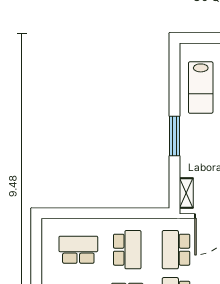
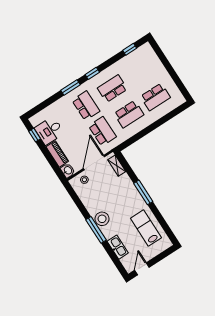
school desk: (127, 250) -> (129, 114), turned -90

